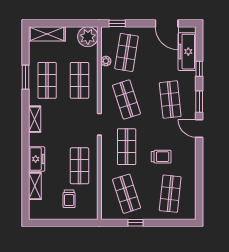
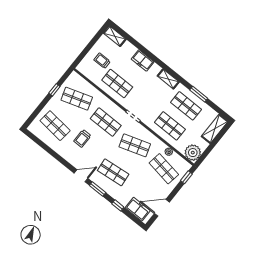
freezer: (187, 52) -> (138, 209), width x0.71
shelving: (35, 186) -> (115, 36), moved

